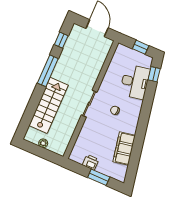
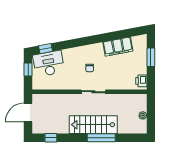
window: (48, 71) -> (101, 138), moved
desk: (135, 82) -> (49, 64), moved
stairs: (49, 105) -> (93, 125), moved
printer: (91, 162) -> (141, 81), moved

